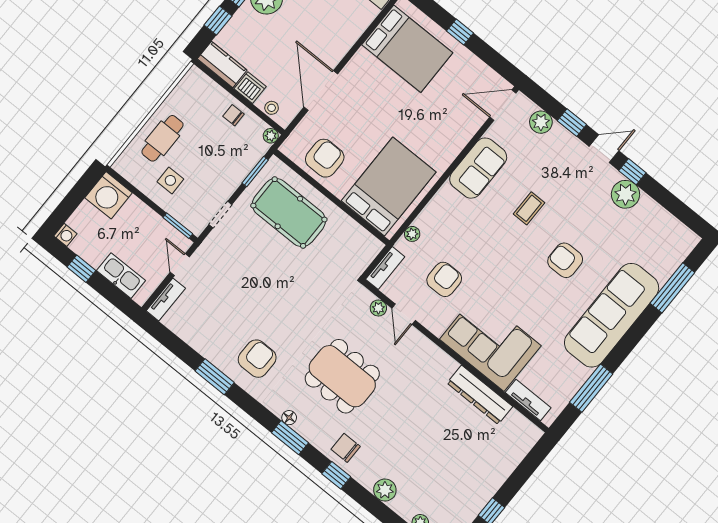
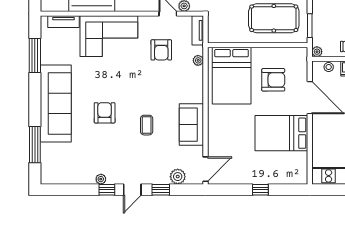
bed: (407, 49) -> (281, 133), moved
armchair: (325, 158) -> (273, 80), moved, turned -90
plant: (626, 194) -> (101, 179), width x0.53, depth x0.53
armchair: (565, 260) -> (105, 113), turned -90

